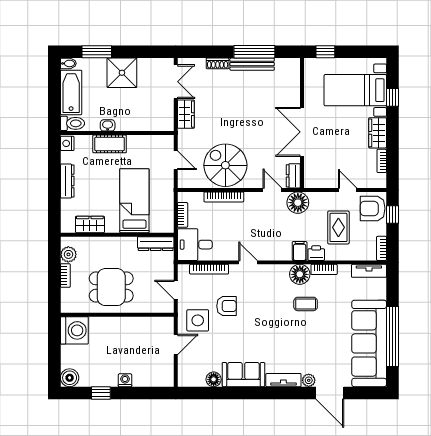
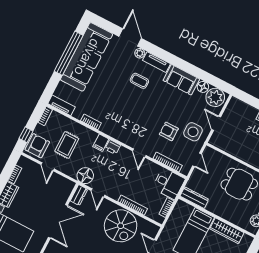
armchair: (373, 208) -> (37, 146), turned -90
wardrobe: (90, 224) -> (227, 231), width x1.50
printer: (316, 253) -> (113, 147), moved
floor lamp: (300, 274) -> (109, 127), removed
coffee table: (306, 304) -> (139, 81), moved
door: (176, 345) -> (216, 123), hinge flipped
plant: (193, 375) -> (215, 97), added

